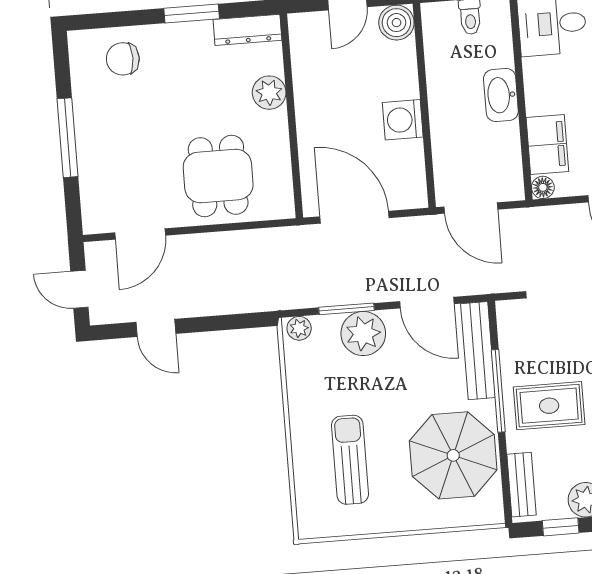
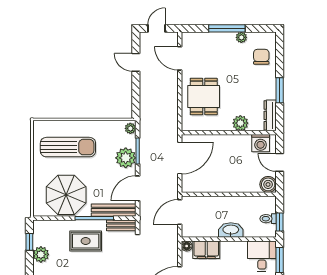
plant: (84, 105) -> (241, 37), added
washing machine: (403, 120) -> (261, 143), moved, turned 180
dining table: (218, 176) -> (204, 97), turned 90
door: (156, 328) -> (136, 62), hinge flipped
rug: (549, 406) -> (86, 241), turned 90
sun lounger: (350, 460) -> (68, 147), width x1.36, depth x1.34
bench: (522, 485) -> (121, 225), moved

